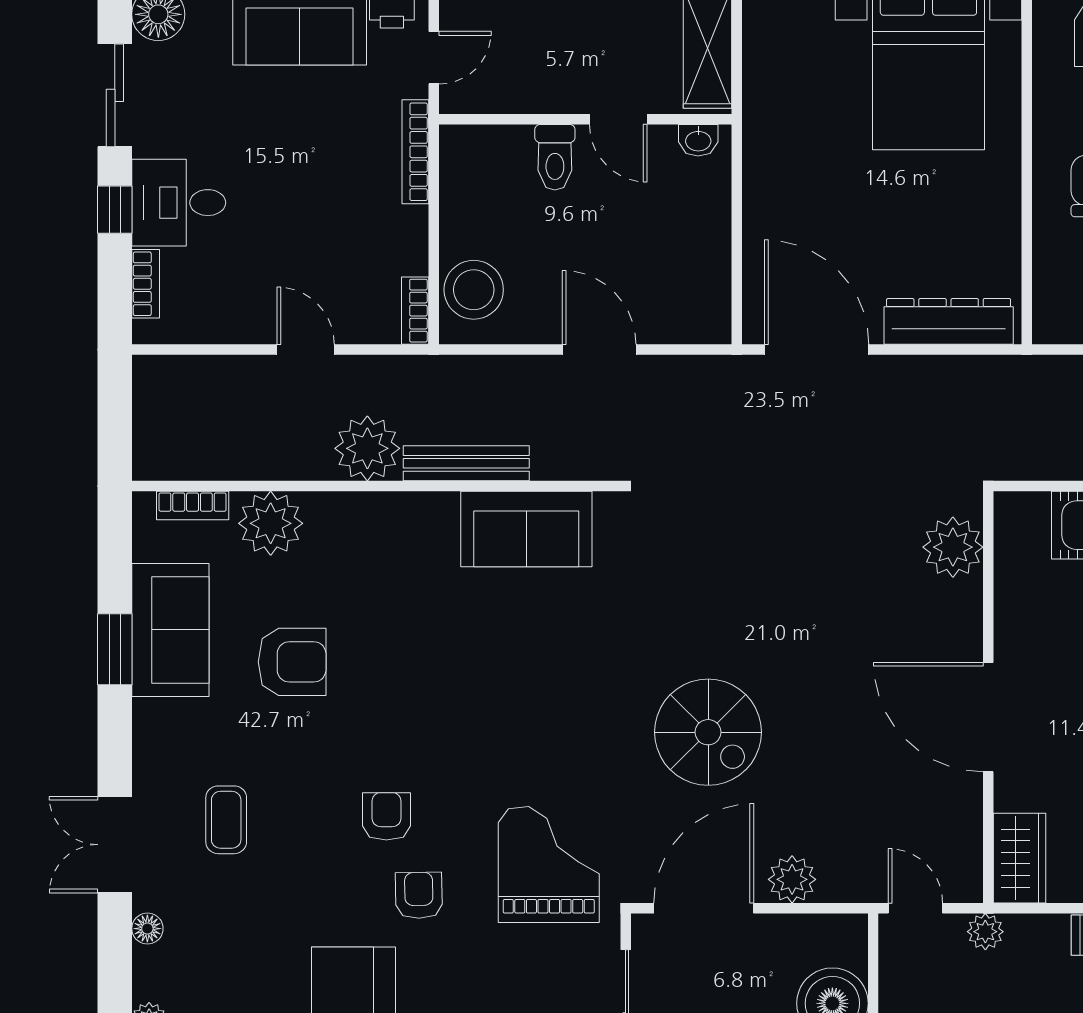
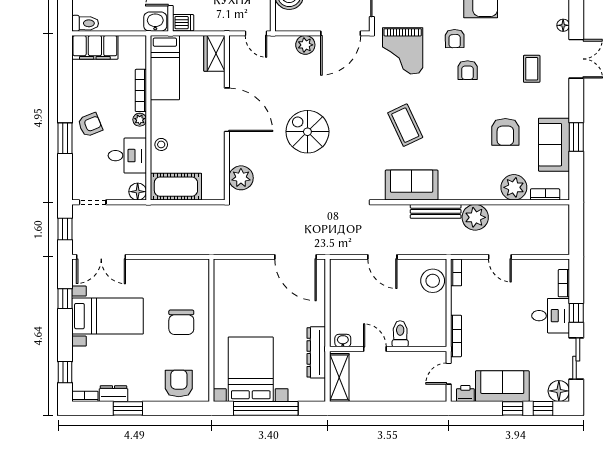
dresser: (949, 321) -> (316, 352), moved, turned 90
armchair: (292, 662) -> (505, 132), turned -90
coffee table: (542, 679) -> (405, 125), added
spiral stairs: (708, 732) -> (307, 132), moved
plant: (985, 932) -> (228, 24), removed

